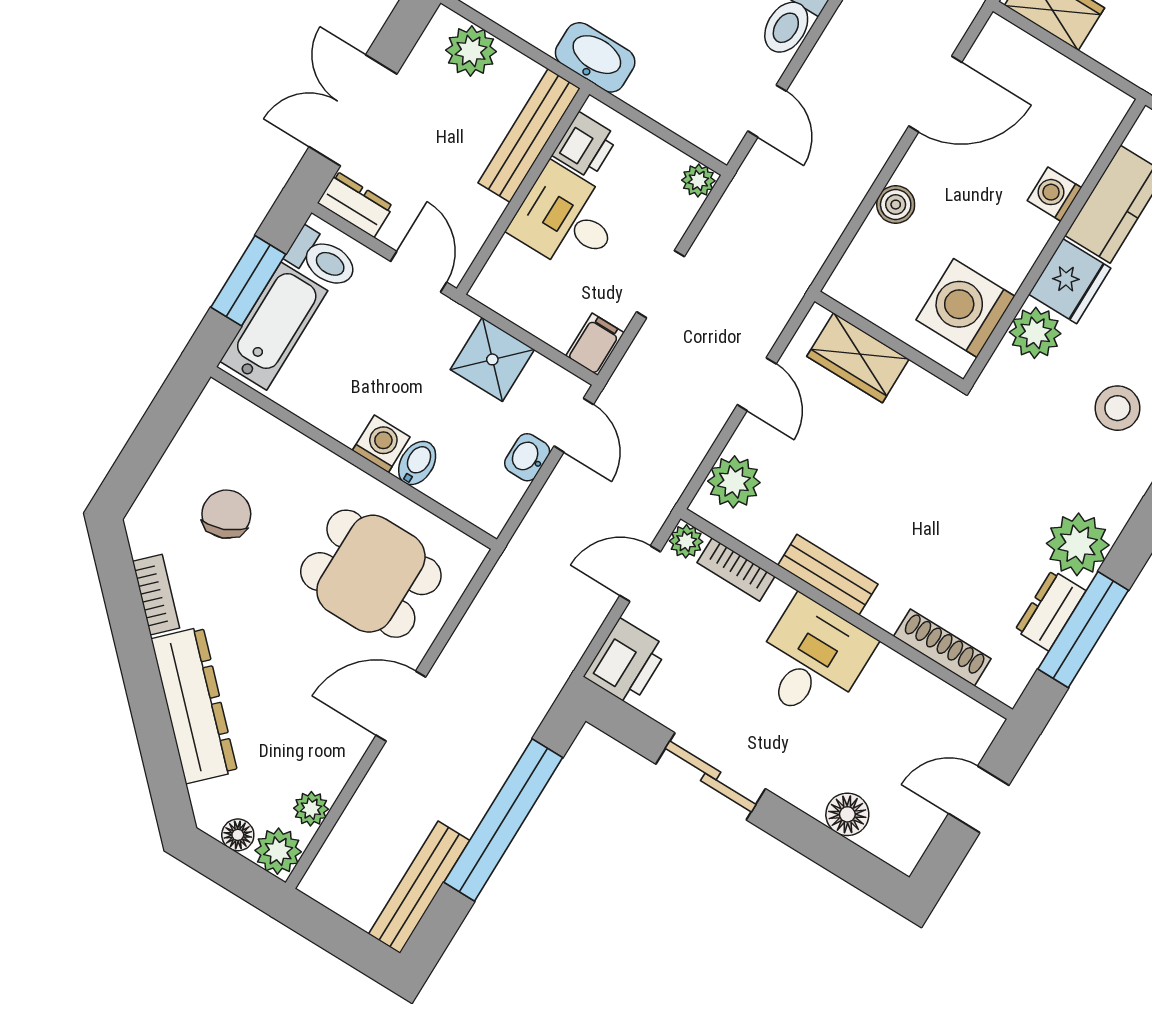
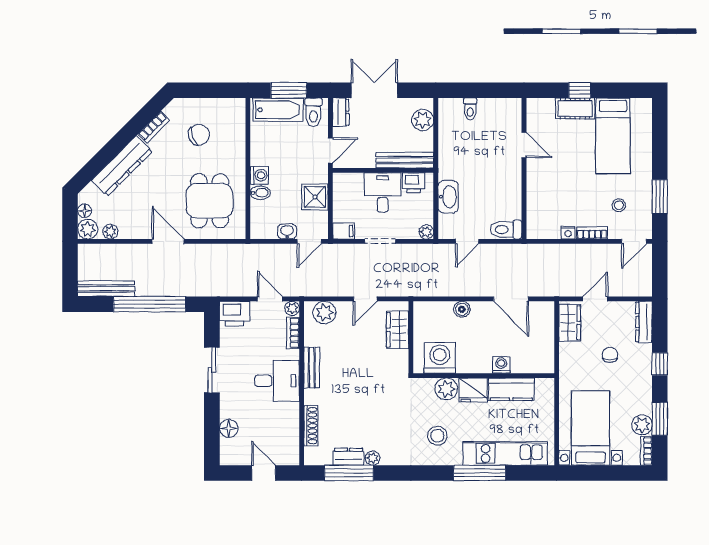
washbasin: (595, 57) -> (448, 197), moved
plant: (1078, 544) -> (373, 458), width x0.53, depth x0.53

